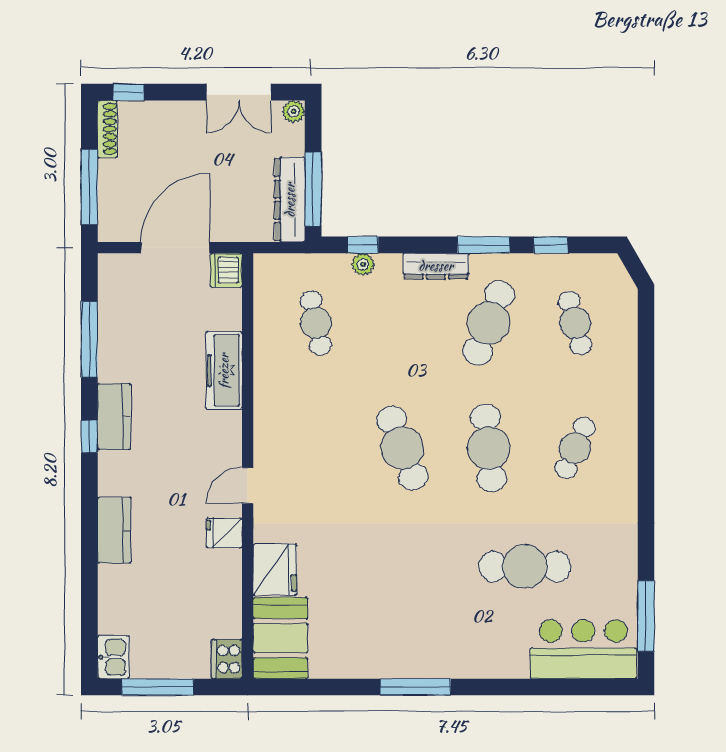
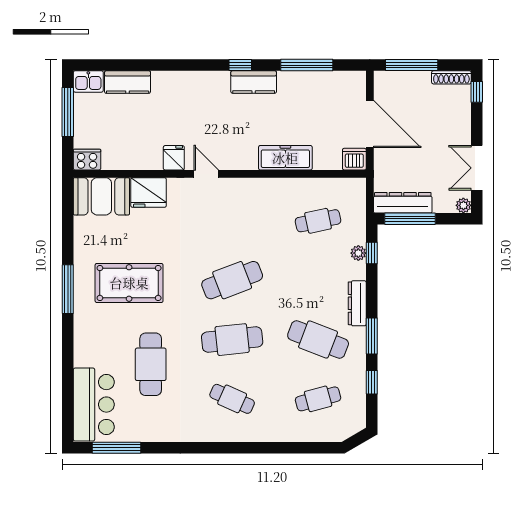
kitchen counter: (114, 530) -> (128, 82), moved
pool table: (406, 598) -> (129, 283), added

